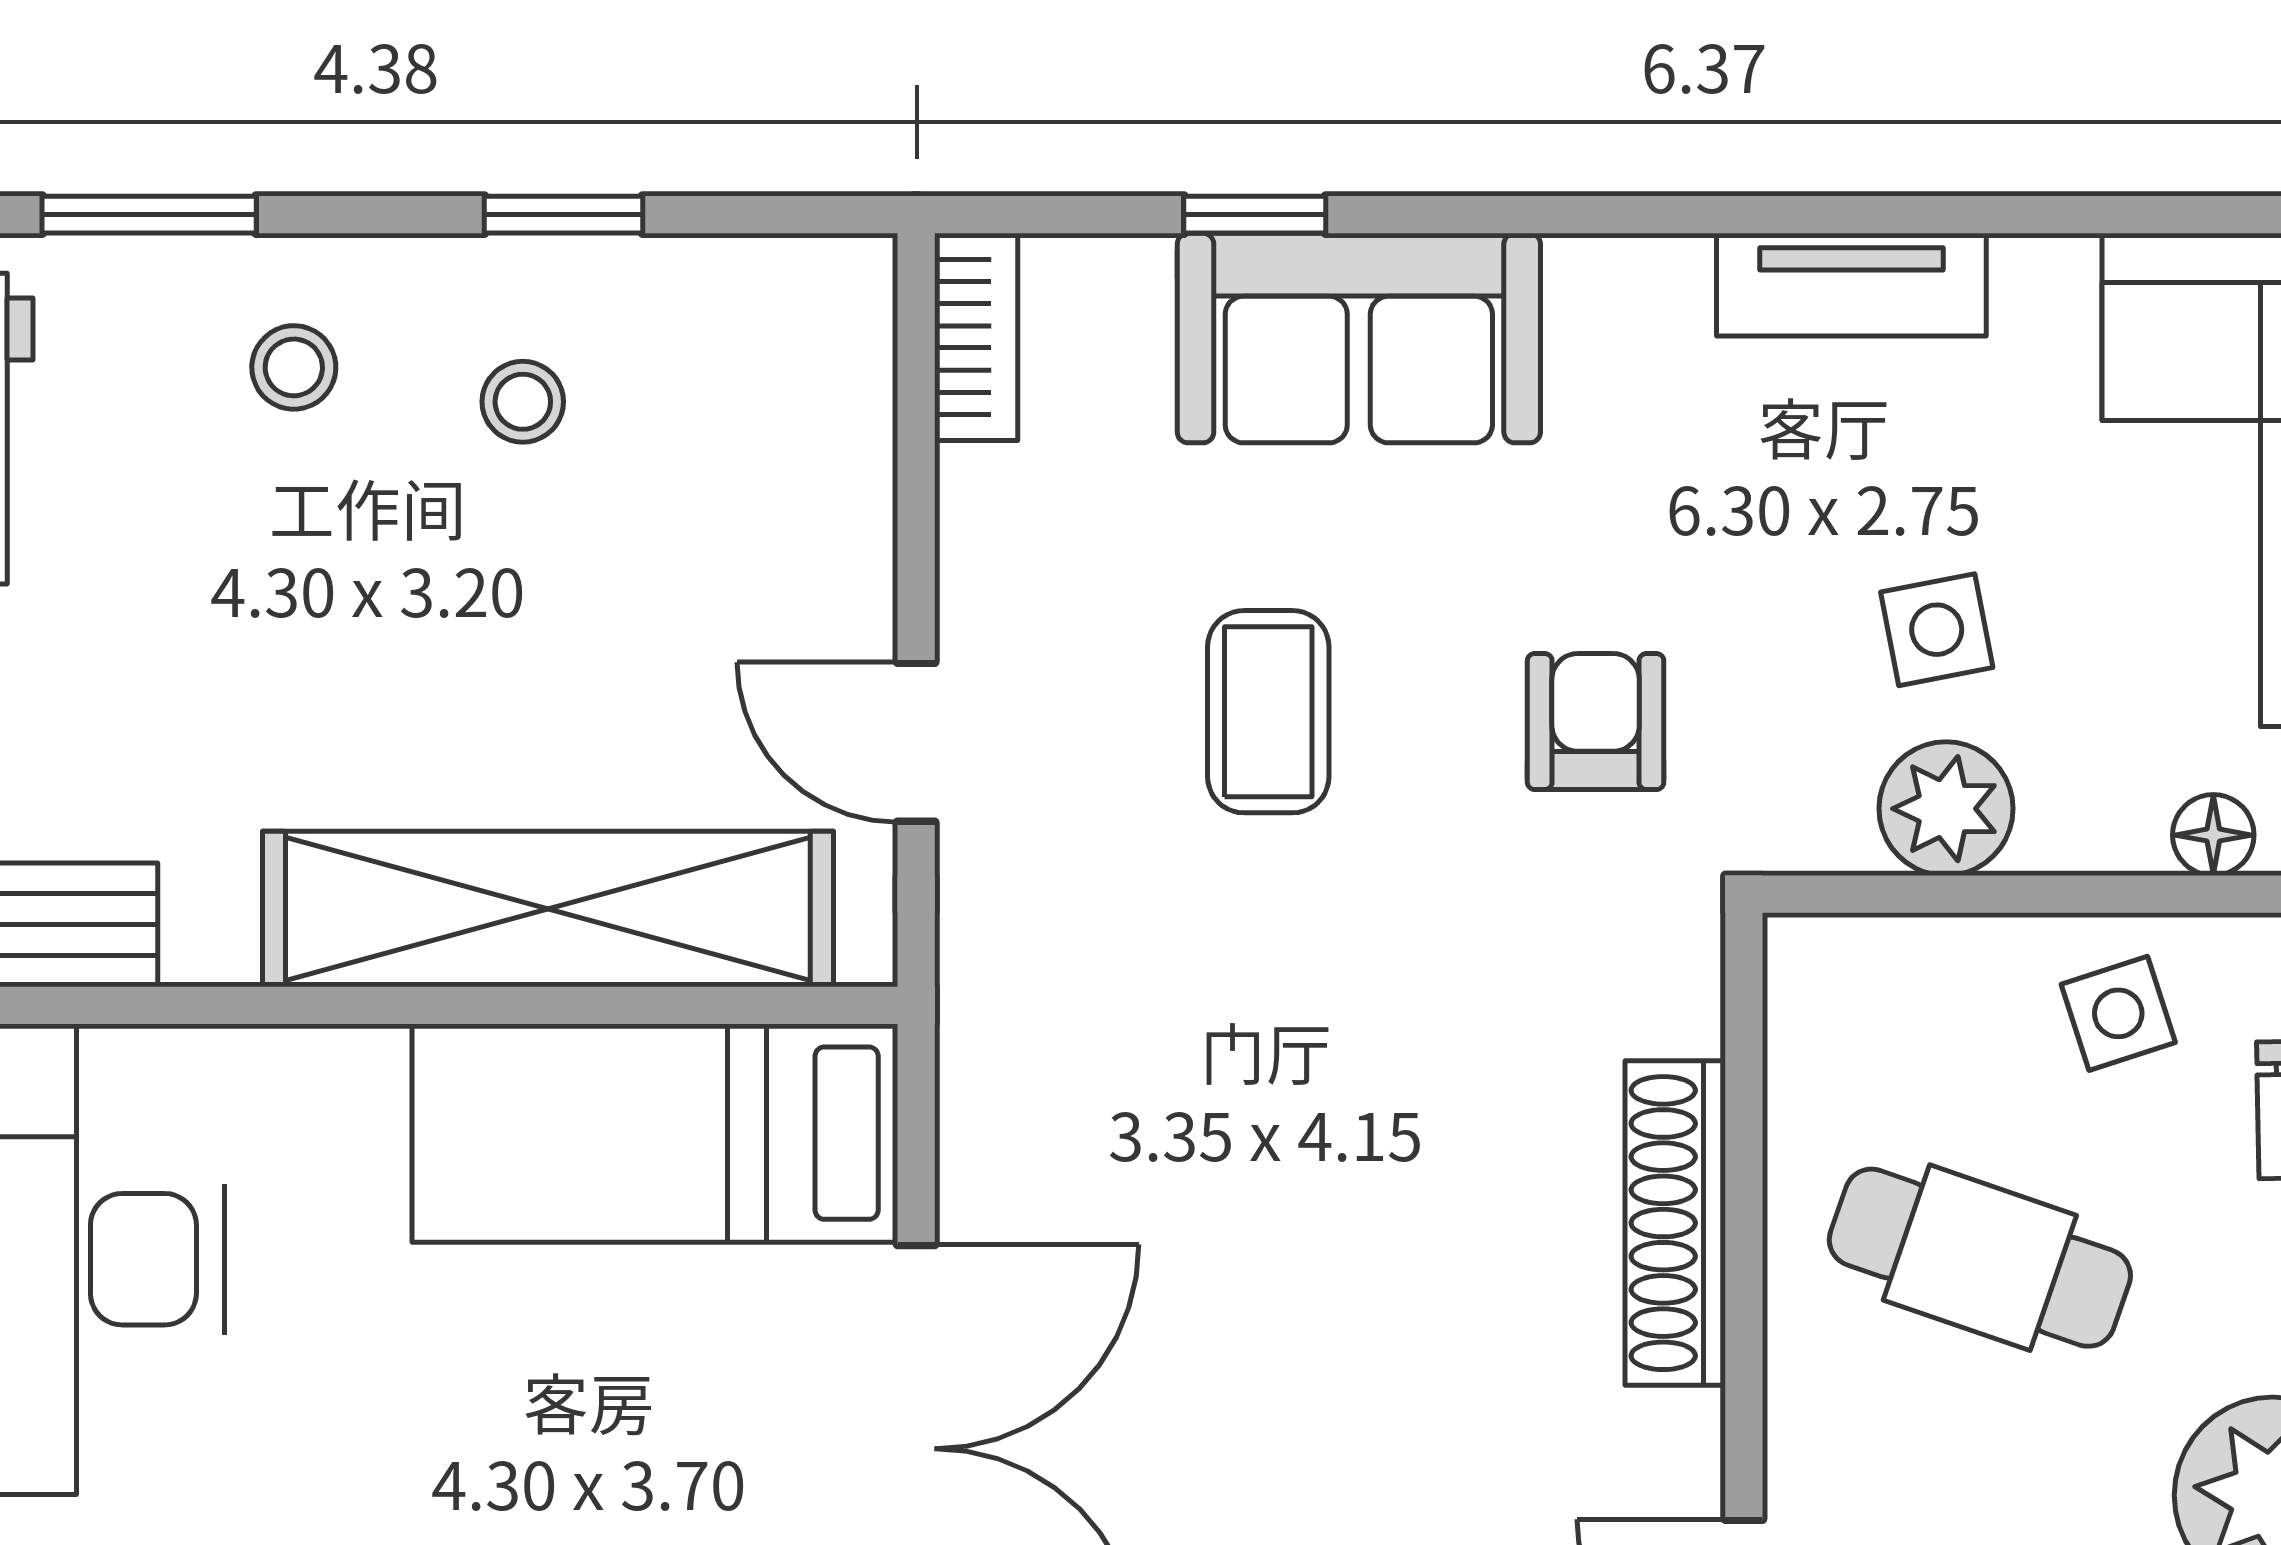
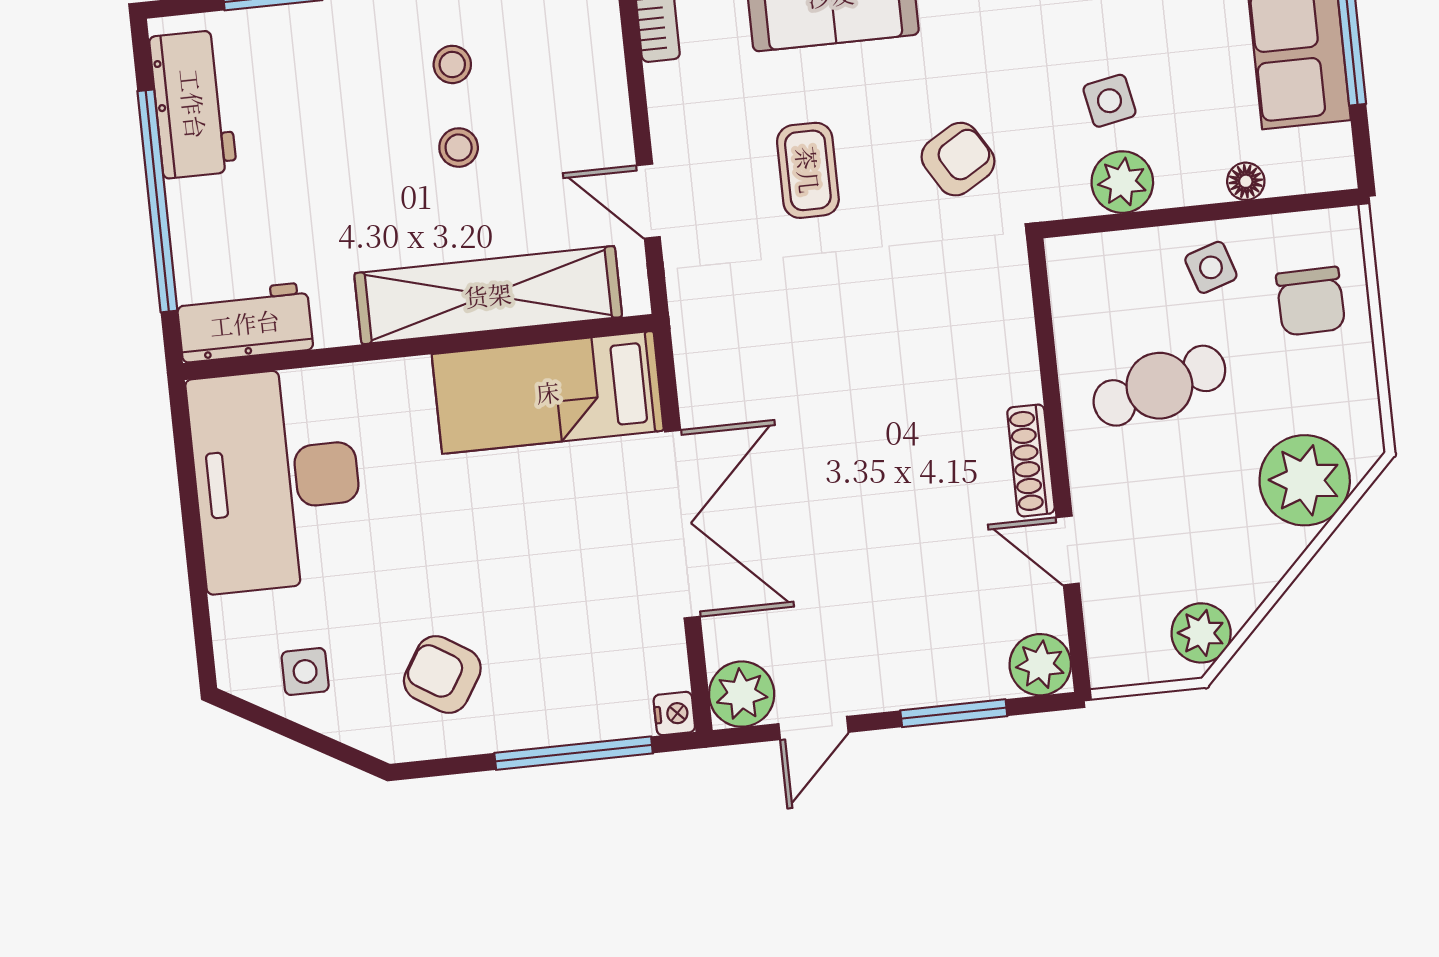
stool: (294, 367) -> (459, 148), moved
armchair: (1596, 722) -> (958, 159), turned 59
shoe rack: (1675, 1223) -> (1031, 460), moved, width x0.74, depth x0.81
cafe table: (1980, 1258) -> (1159, 386), turned -34

